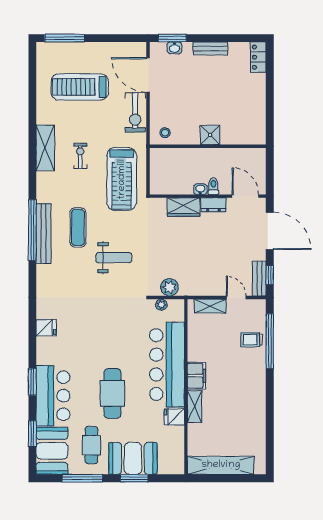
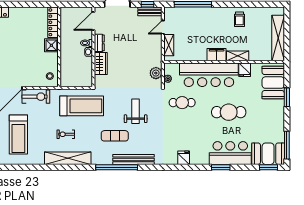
locker: (244, 137) -> (53, 22), added
shelving: (45, 148) -> (68, 158), width x1.47
bench: (44, 234) -> (134, 159), moved
trolley: (252, 340) -> (239, 19), moved
window: (32, 434) -> (269, 167), moved
cafe table: (91, 445) -> (182, 103), moved
booth: (133, 458) -> (273, 83), moved
window: (82, 478) -> (287, 145), moved

